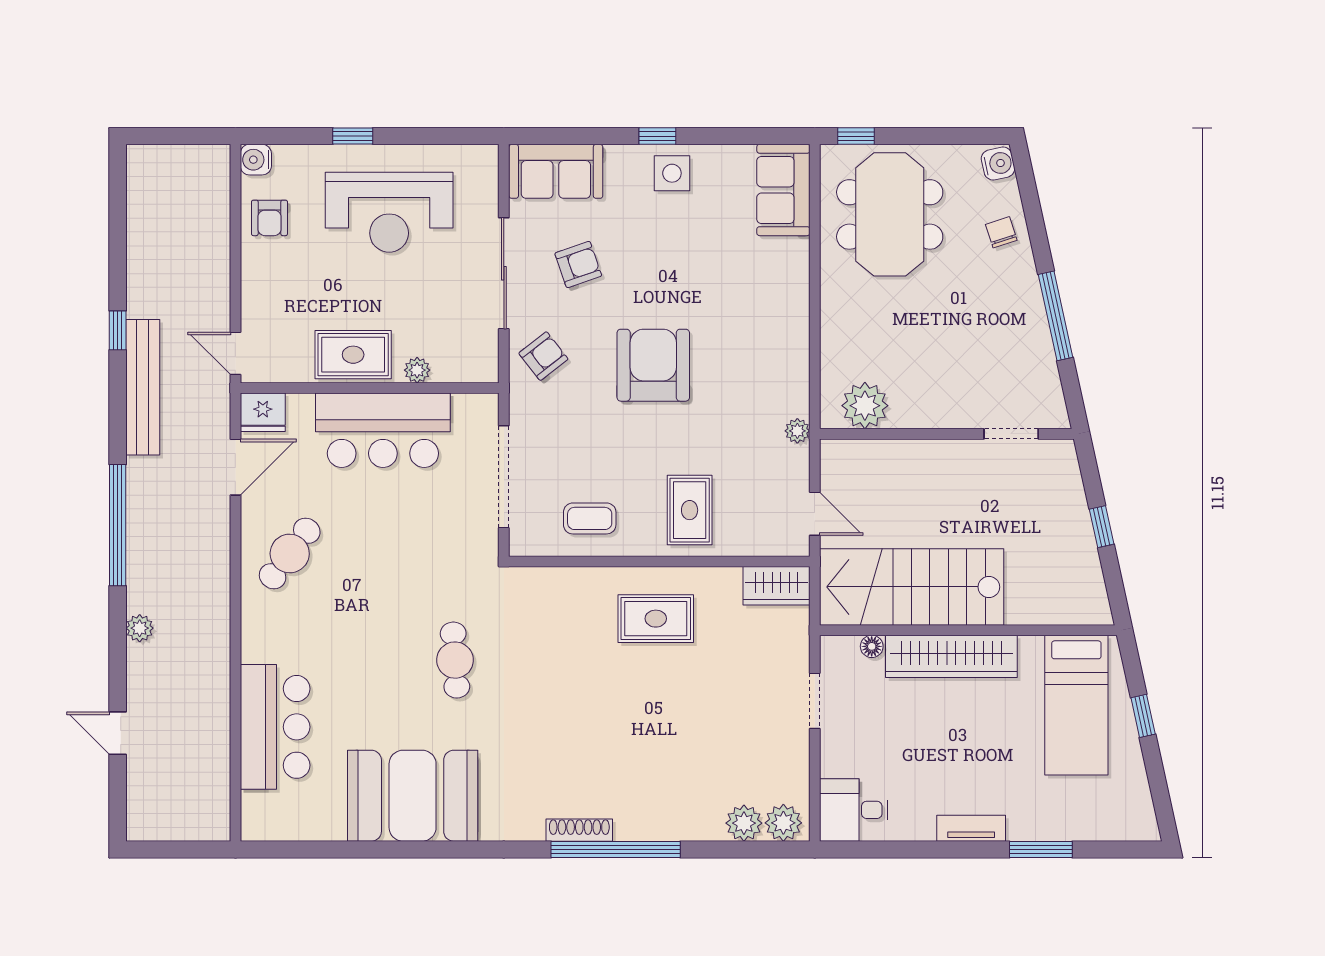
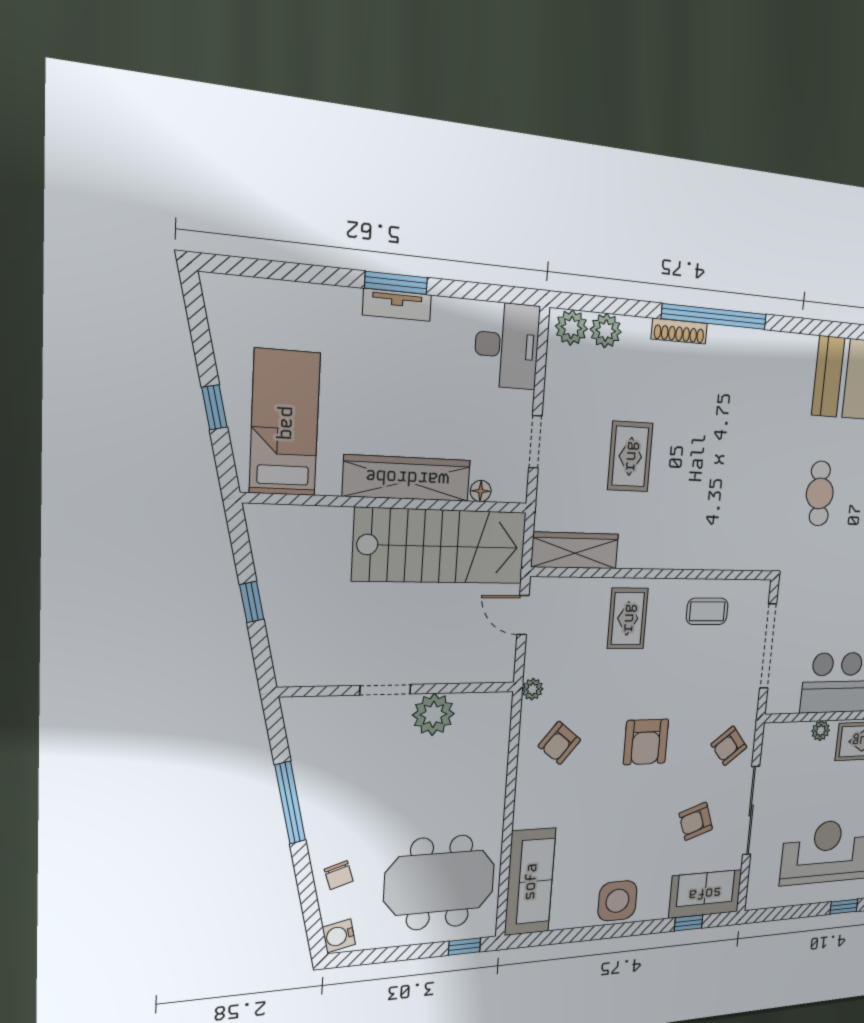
window: (657, 136) -> (689, 923), moved
side table: (672, 173) -> (617, 901), width x1.37, depth x1.37
sofa: (783, 190) -> (530, 882), width x1.36
meeting table: (890, 214) -> (440, 883), turned 90
armchair: (653, 365) -> (646, 742), width x0.73, depth x0.73
armchair: (761, 368) -> (559, 743), added
plant: (865, 406) -> (433, 714), moved
doorway: (1011, 434) -> (385, 690), moved
wardrobe: (777, 586) -> (575, 550), width x1.50
rug: (656, 619) -> (630, 456), moved, turned 90
desk: (853, 810) -> (507, 345), width x1.37
shoe rack: (579, 830) -> (679, 331), moved
window: (1041, 850) -> (396, 283), moved

